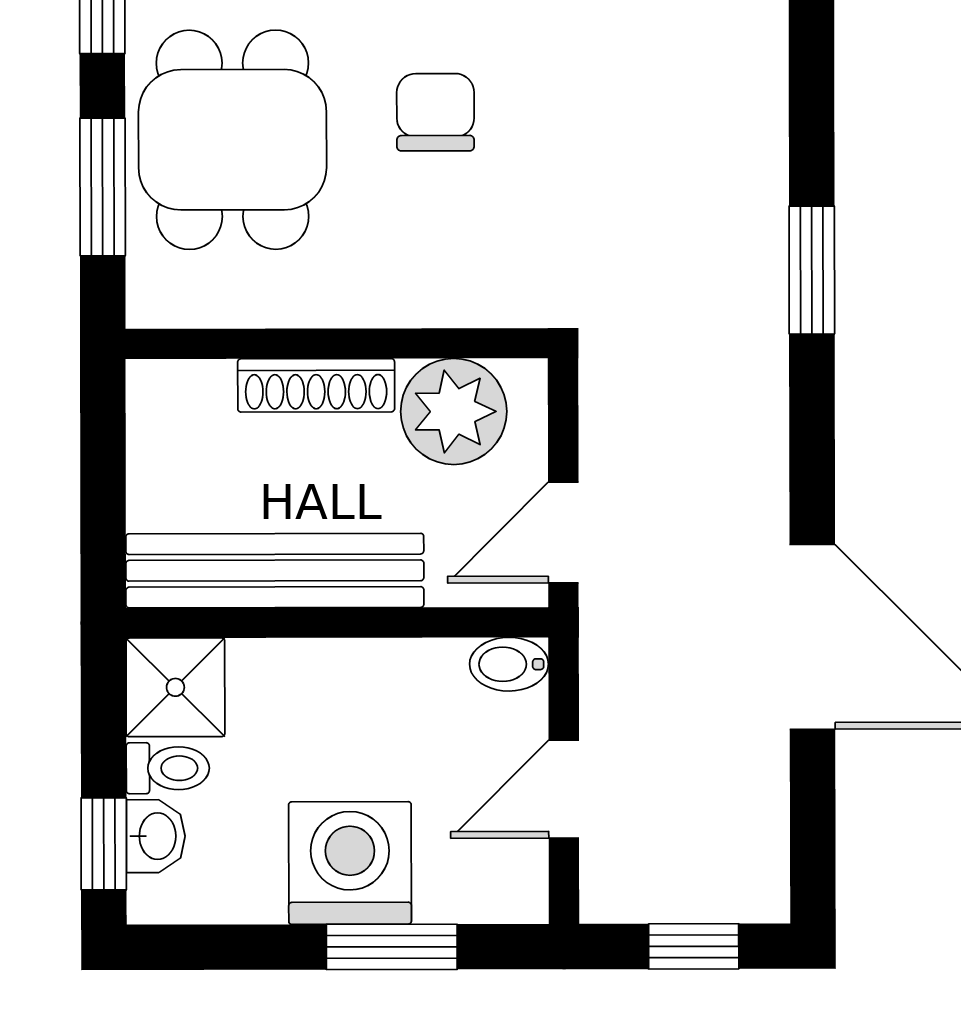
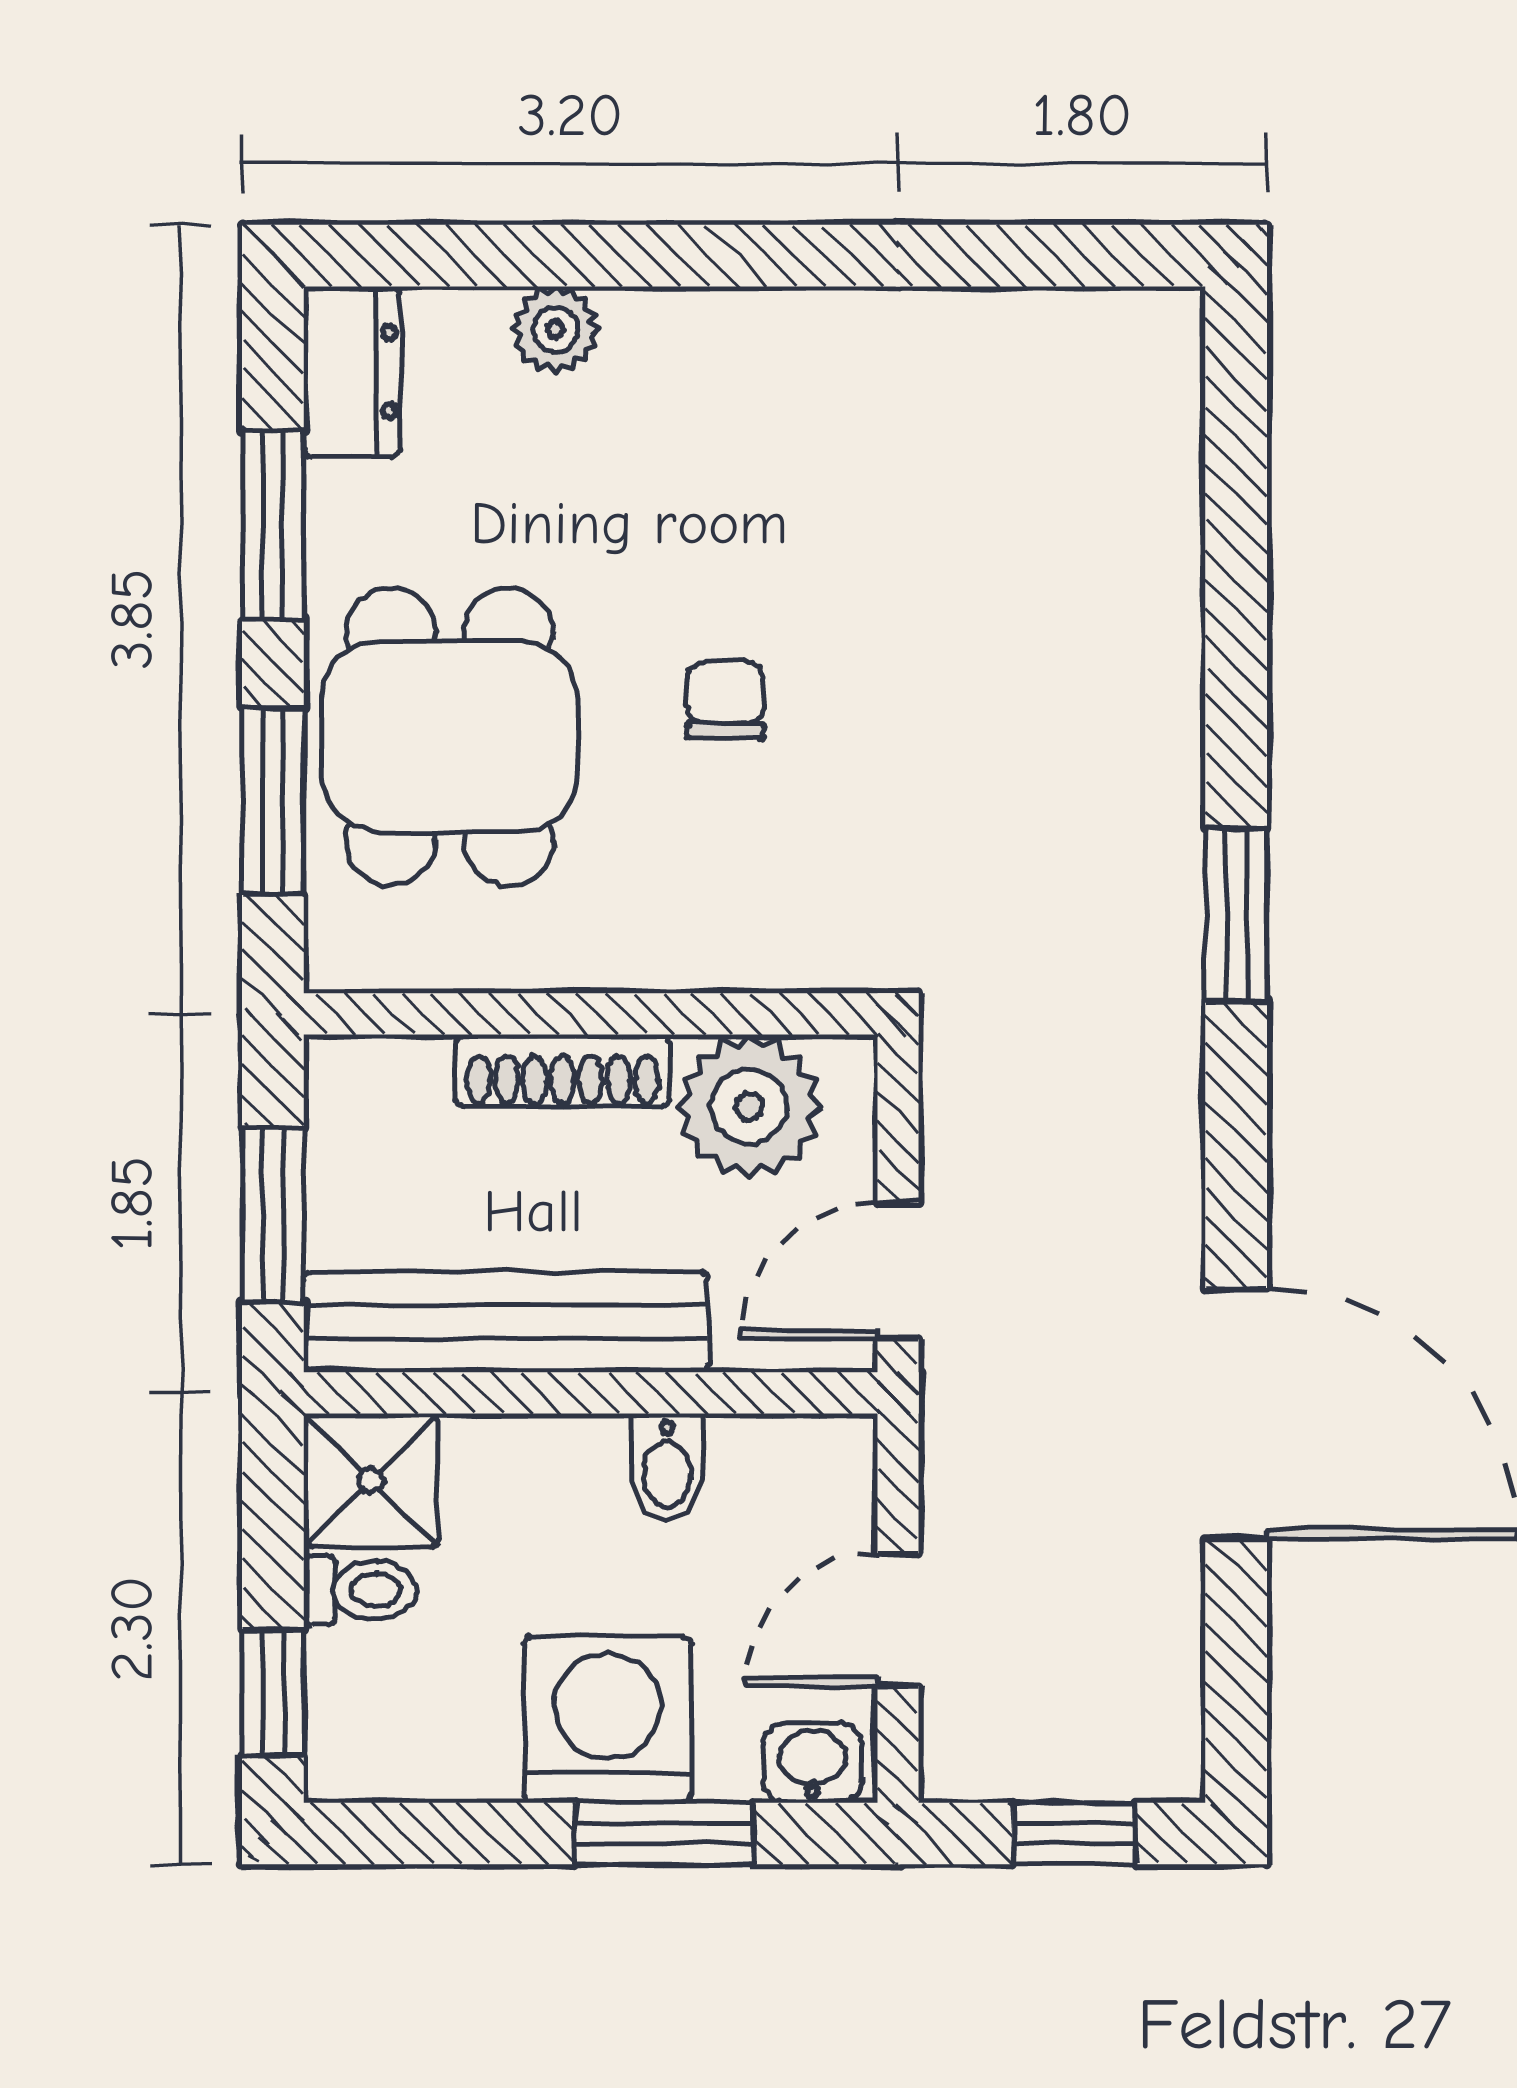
chair: (435, 112) -> (725, 700), width x0.73, depth x0.73
window: (103, 492) -> (273, 1215), added
bidet: (509, 664) -> (667, 1467), moved, turned -90
washbasin: (156, 836) -> (812, 1763), moved, turned -90

